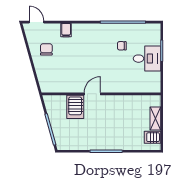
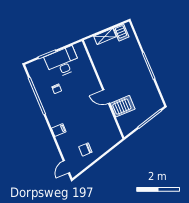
filing cabinet: (66, 30) -> (59, 130), moved
desk: (147, 59) -> (62, 62), width x1.37

